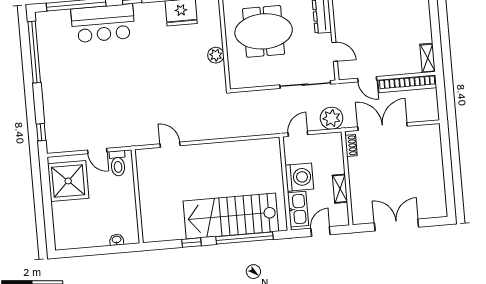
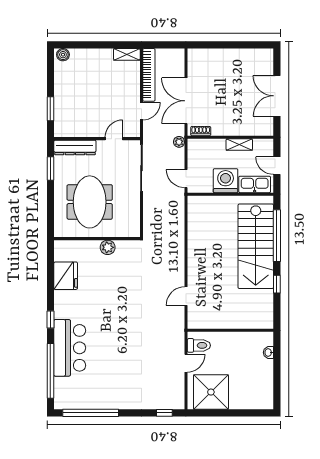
plant: (332, 118) -> (179, 142), width x0.53, depth x0.53

